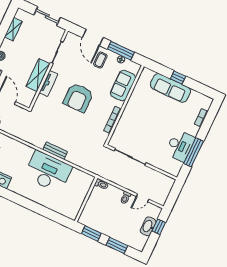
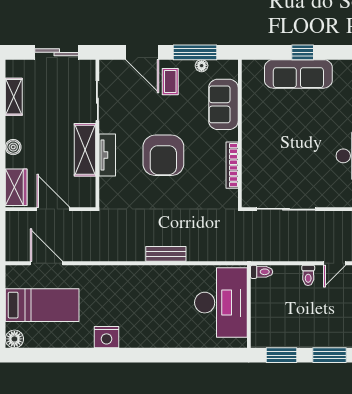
desk: (48, 172) -> (221, 303), moved, turned 90

